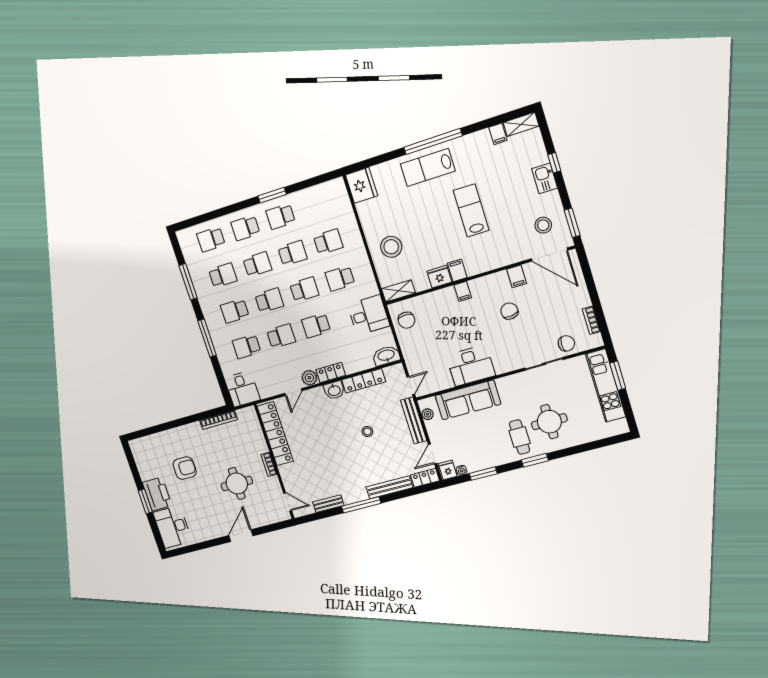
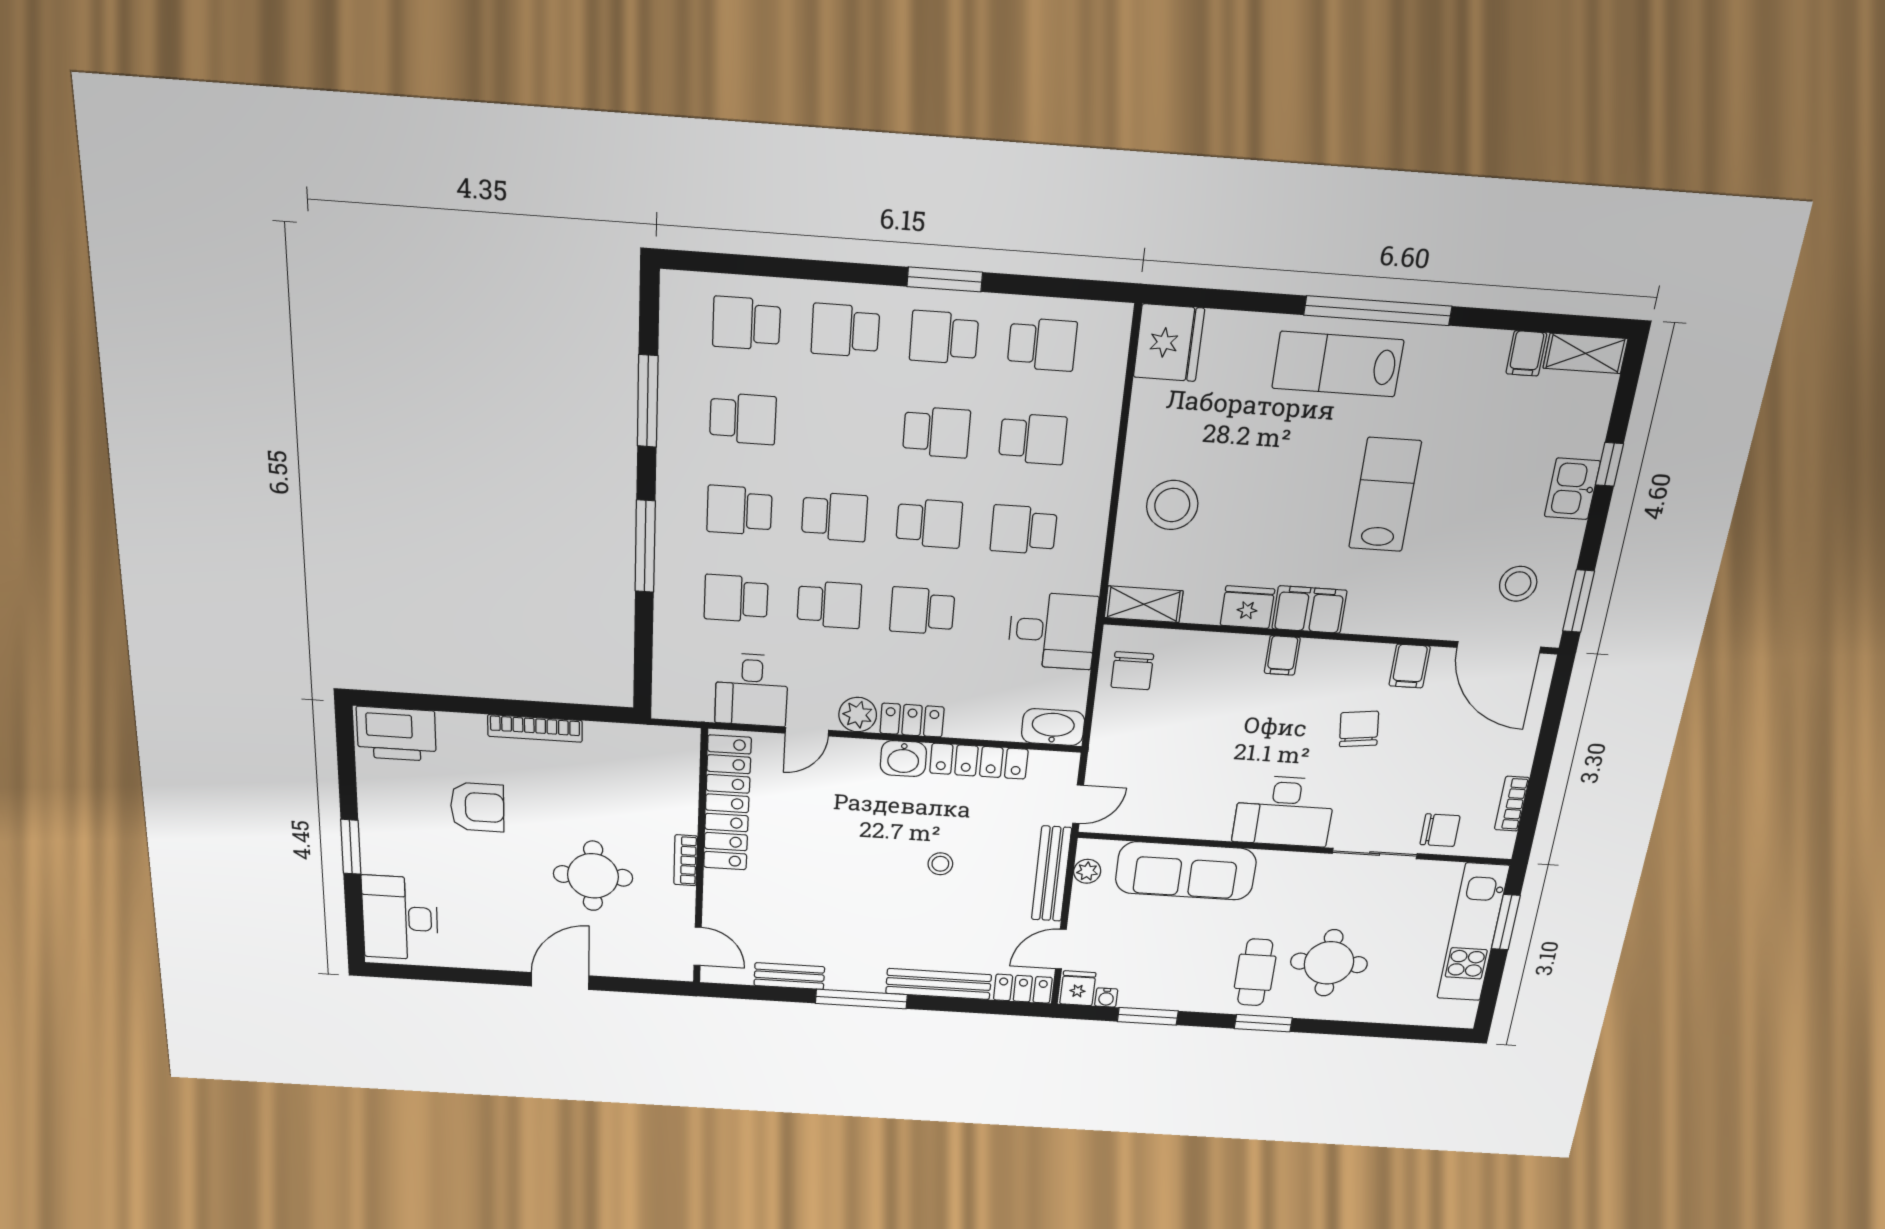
school desk: (257, 264) -> (1042, 344), moved
filing cabinet: (457, 270) -> (1309, 610), width x2.00
desk: (471, 366) -> (1284, 811), moved
desk: (242, 389) -> (752, 690), moved
bookcase: (219, 420) -> (535, 728), moved
printer: (157, 494) -> (396, 734), moved, turned 90

